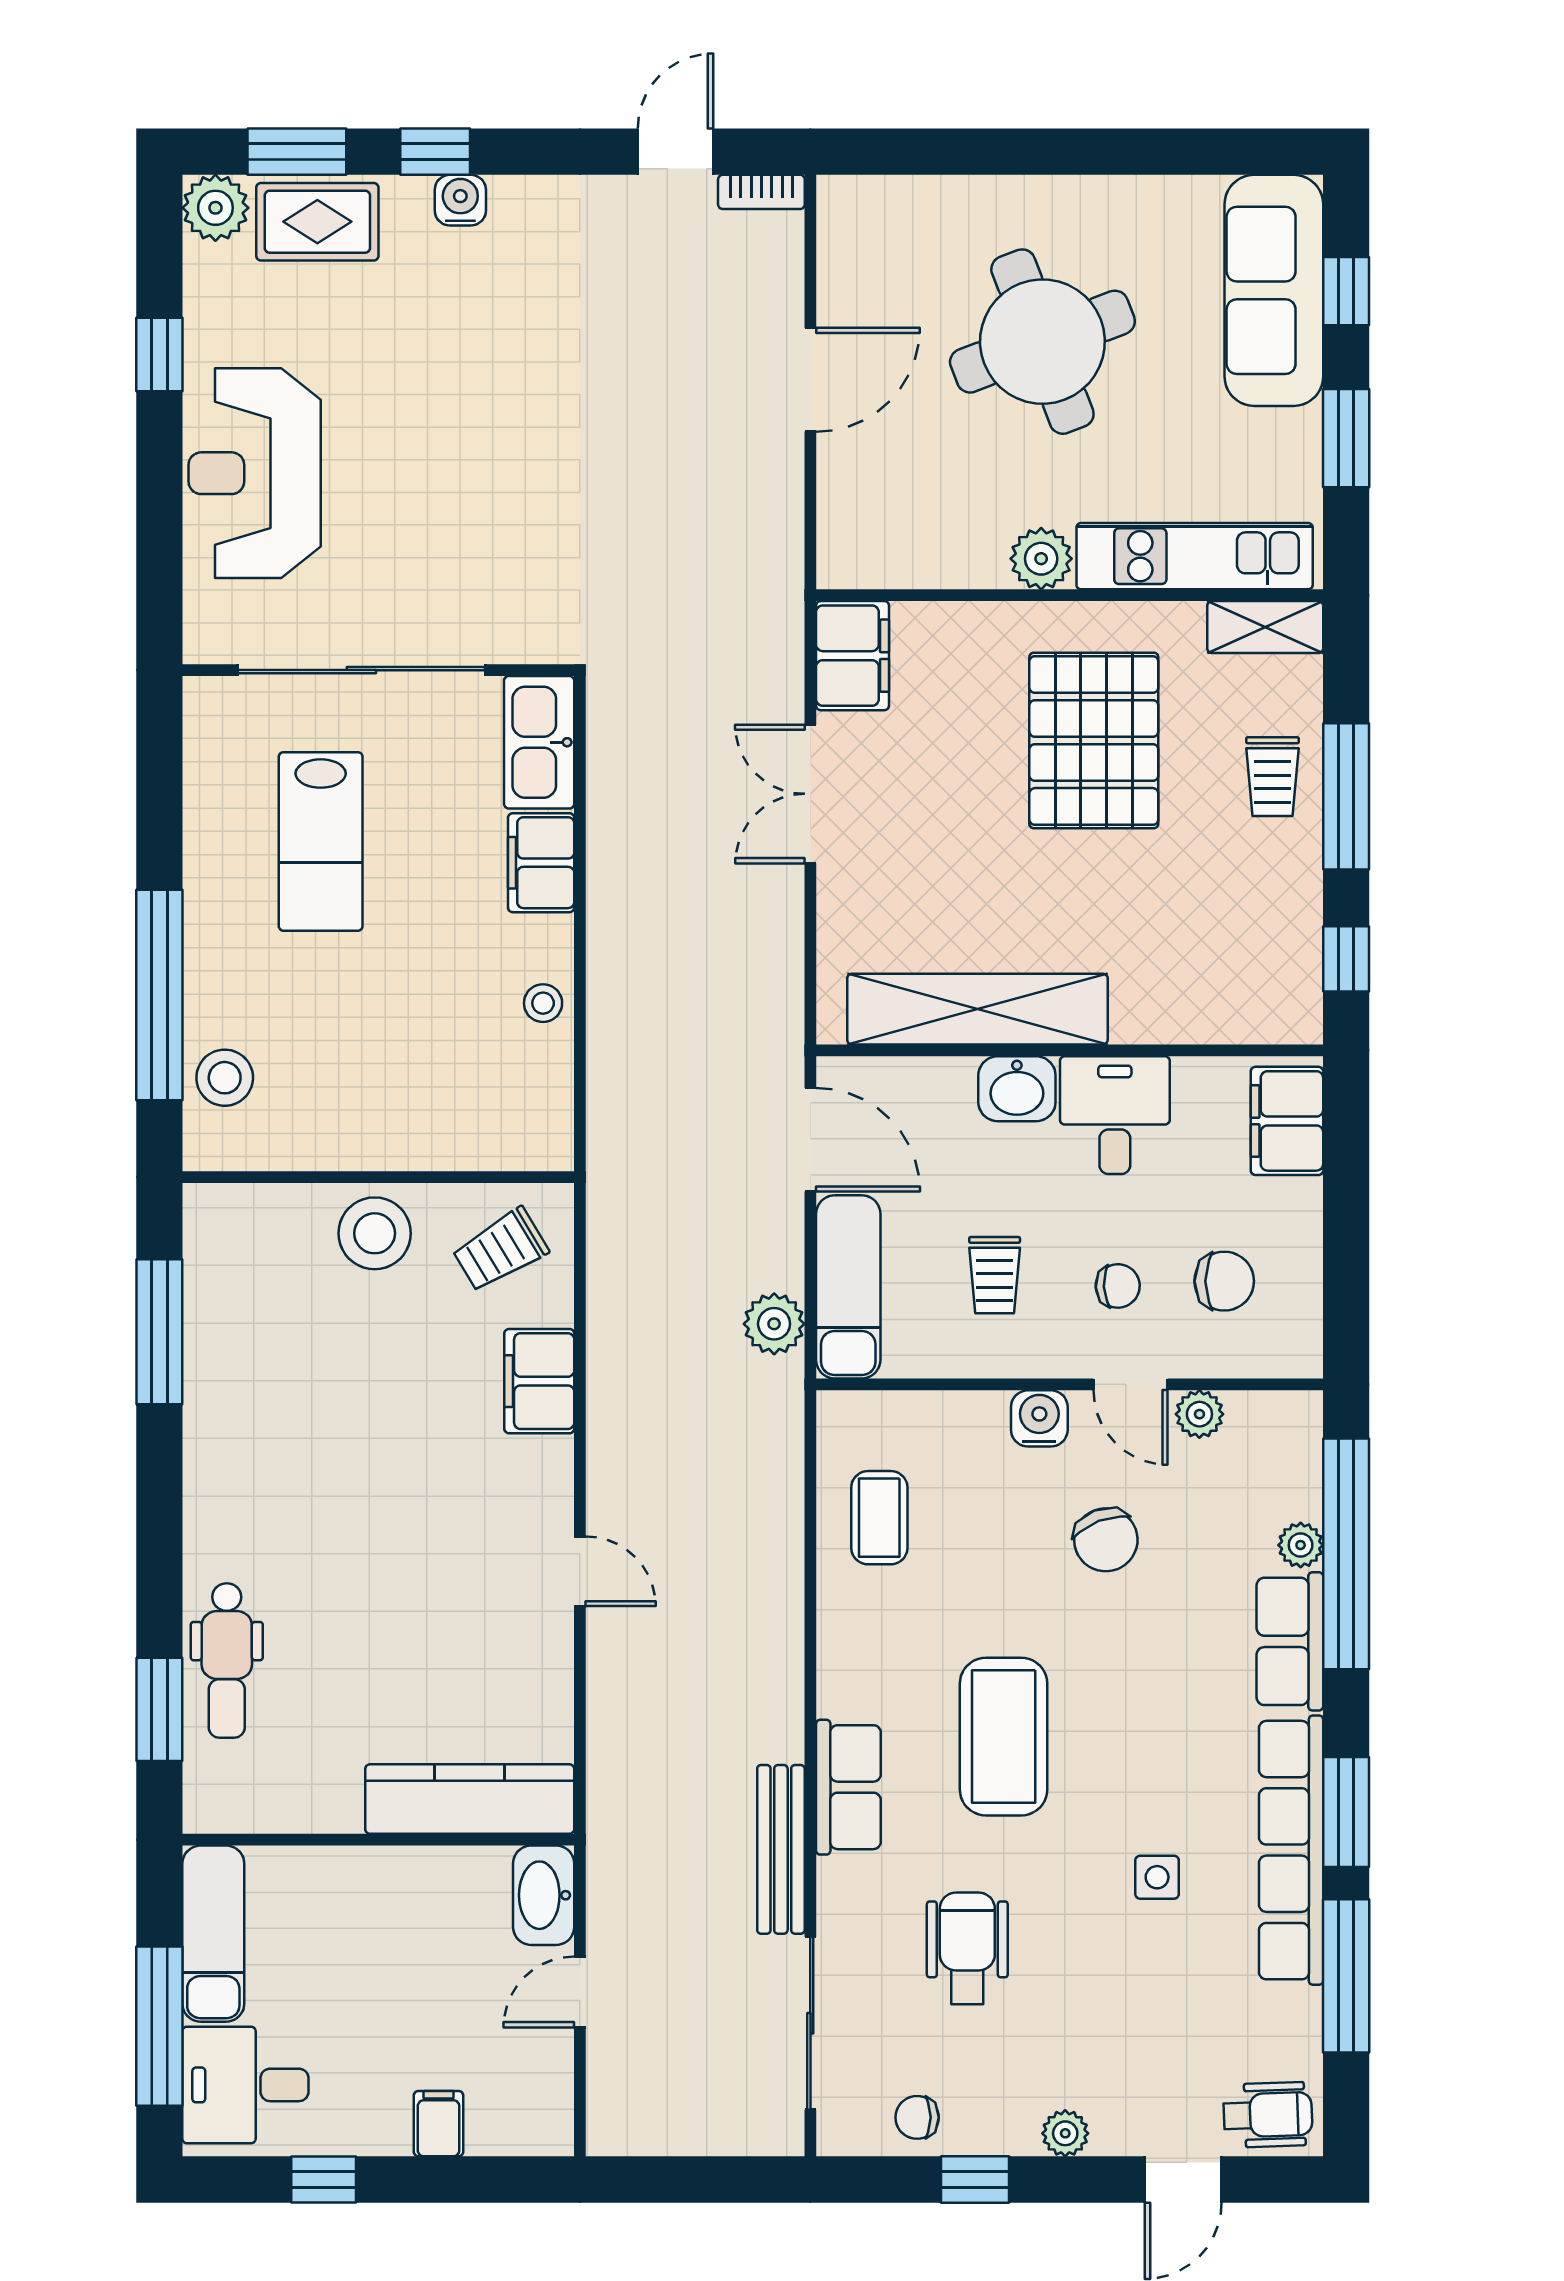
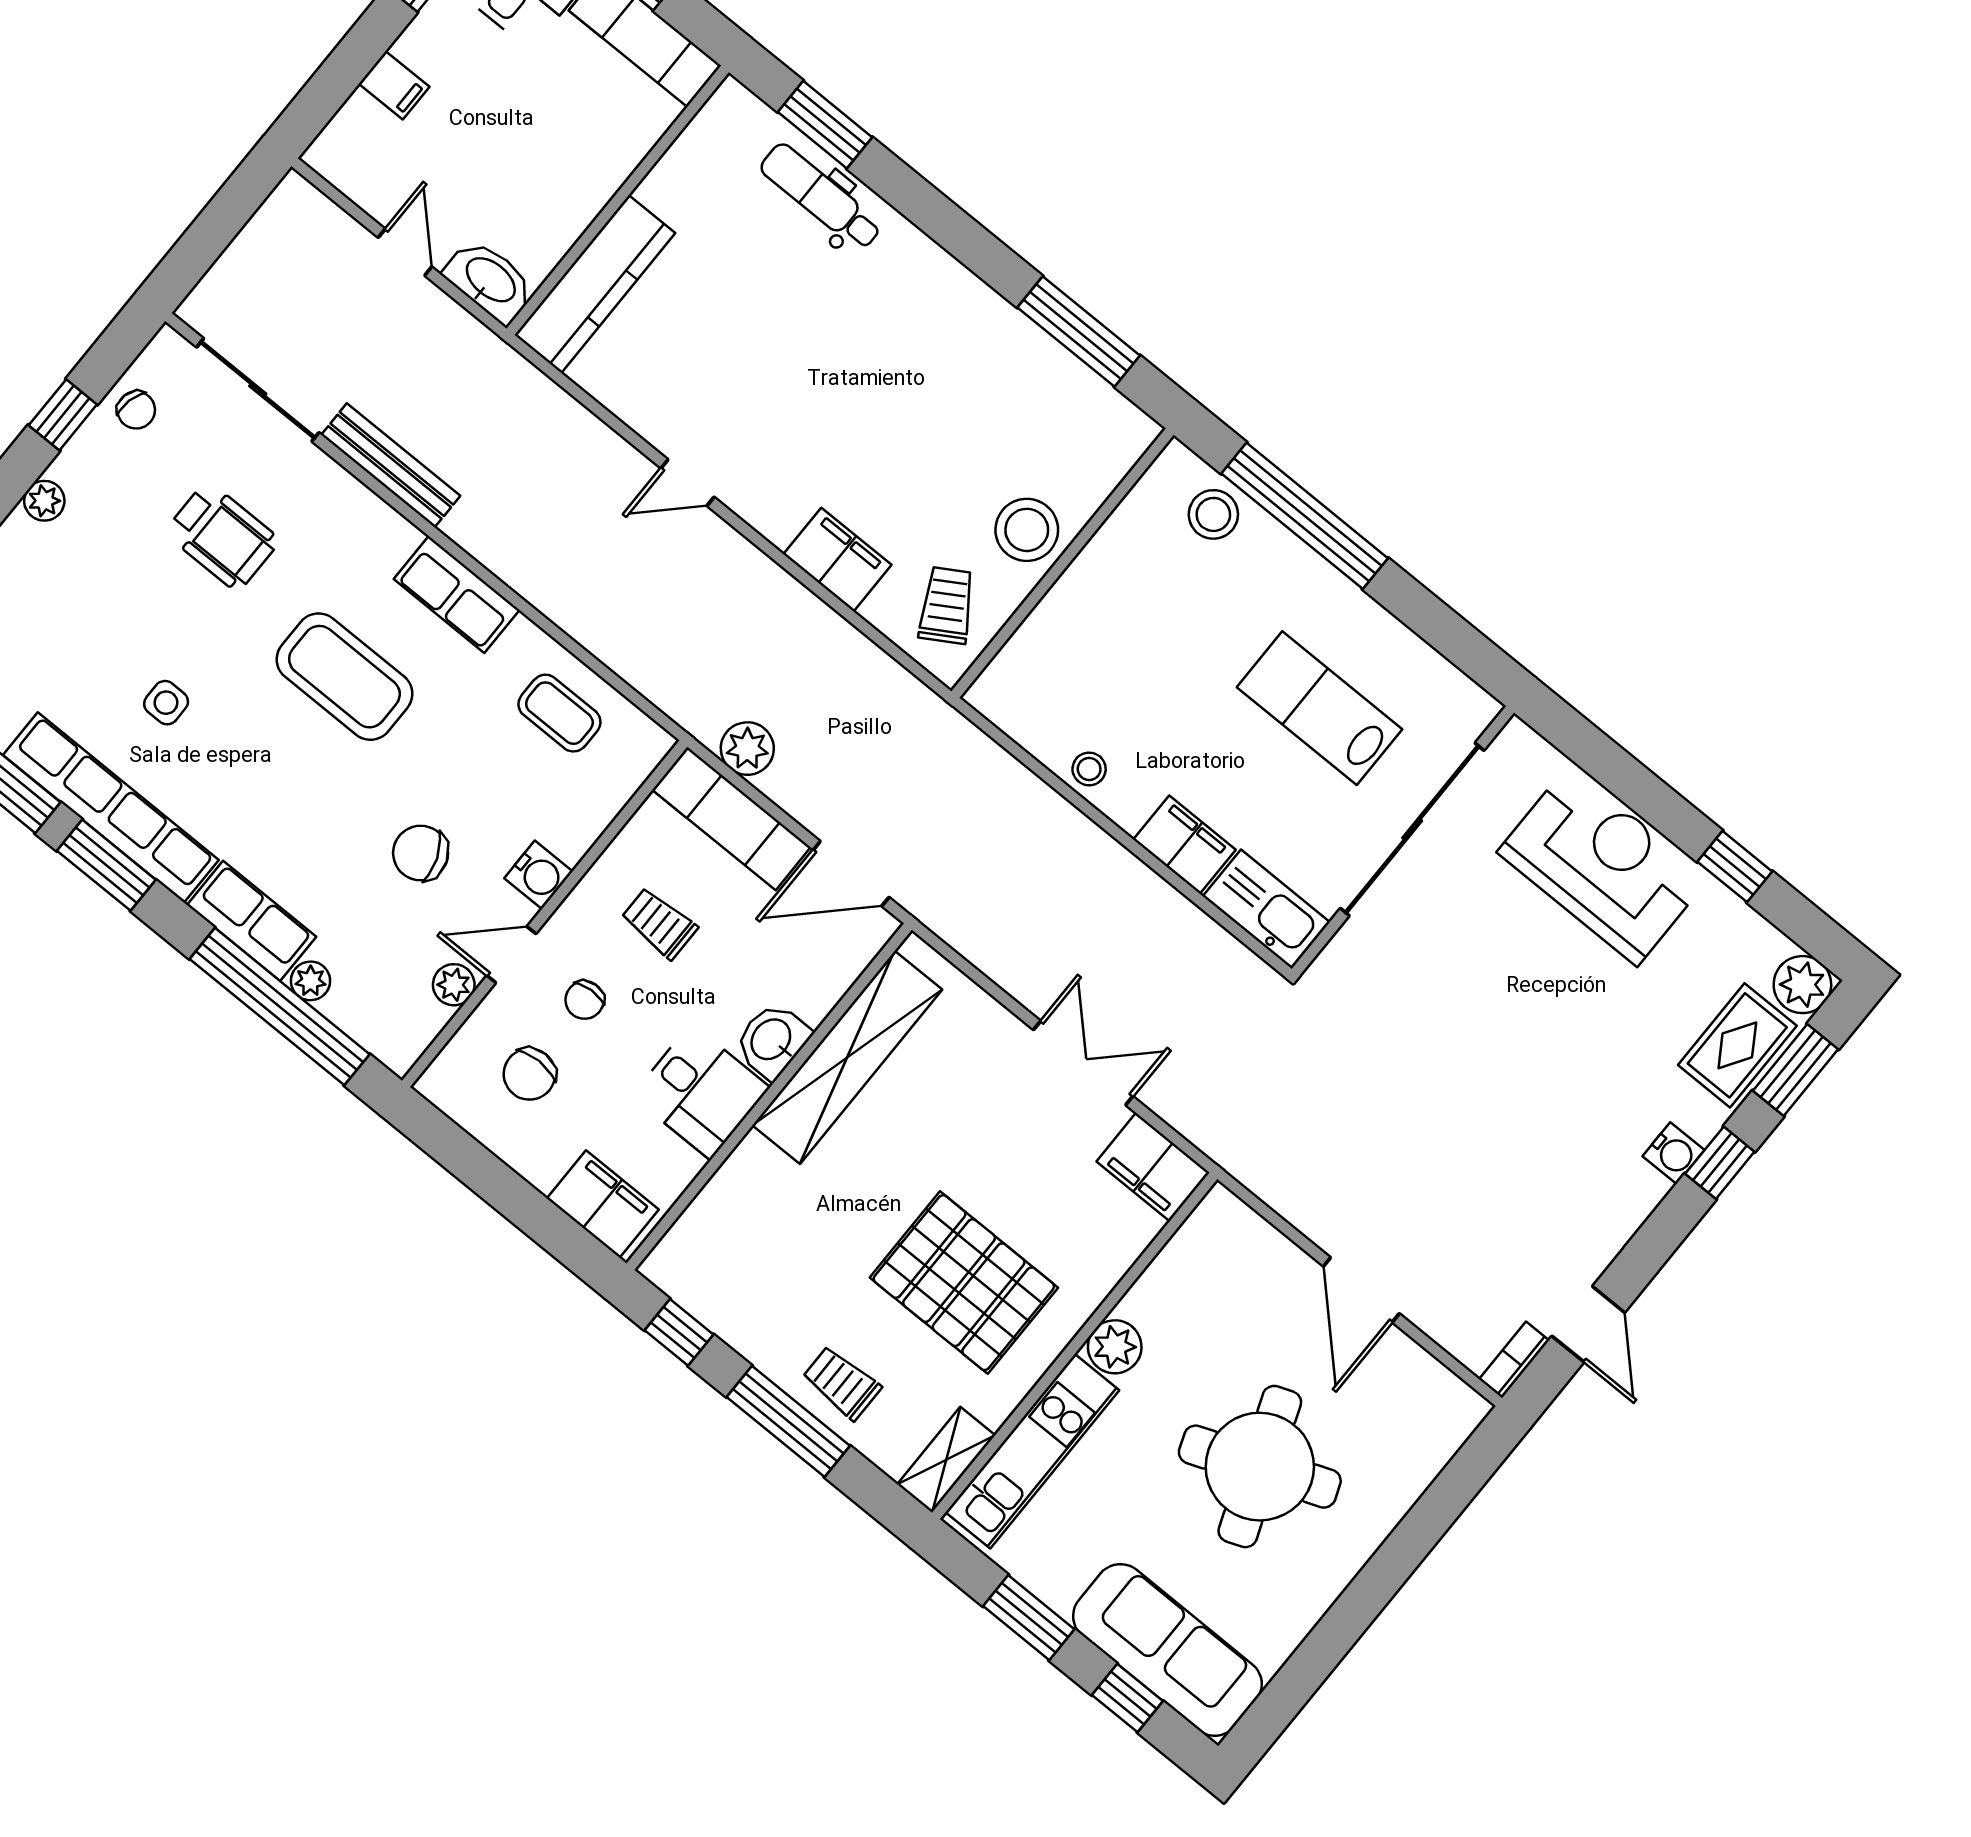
row of seats: (848, 1787) -> (457, 594), moved
chair: (917, 2117) -> (136, 410), turned 103

